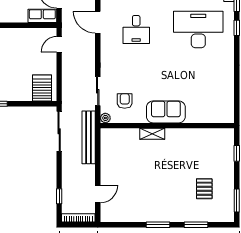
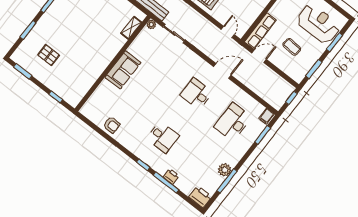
row of seats: (42, 16) -> (260, 31), width x1.48
desk: (198, 29) -> (163, 137), width x0.53, depth x0.77
armchair: (125, 101) -> (112, 125), moved
shelving: (152, 134) -> (131, 28), moved

